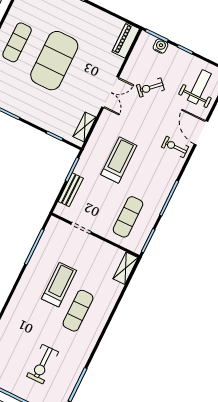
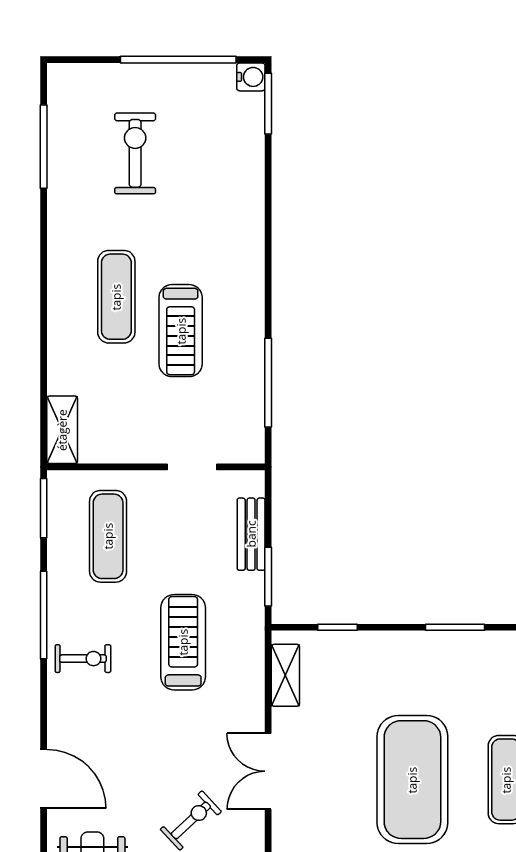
exercise bike: (175, 147) -> (83, 659), moved
treadmill: (119, 160) -> (183, 642), turned 180

